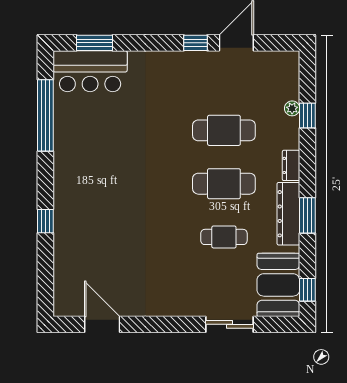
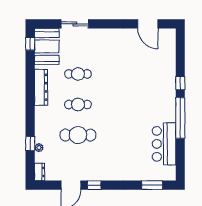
bar counter: (90, 71) -> (164, 144), moved, turned -90
window: (45, 115) -> (180, 118), moved
dresser: (291, 165) -> (40, 172), moved
cafe table: (224, 184) -> (78, 105), width x0.73, depth x0.74
window: (307, 215) -> (30, 86), removed

